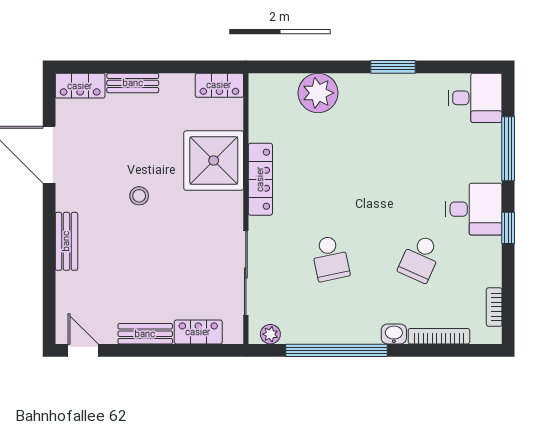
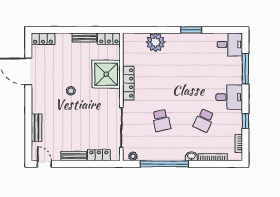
bench: (133, 83) -> (84, 37), moved
window: (508, 228) -> (245, 121), moved
bench: (66, 241) -> (37, 128), moved

